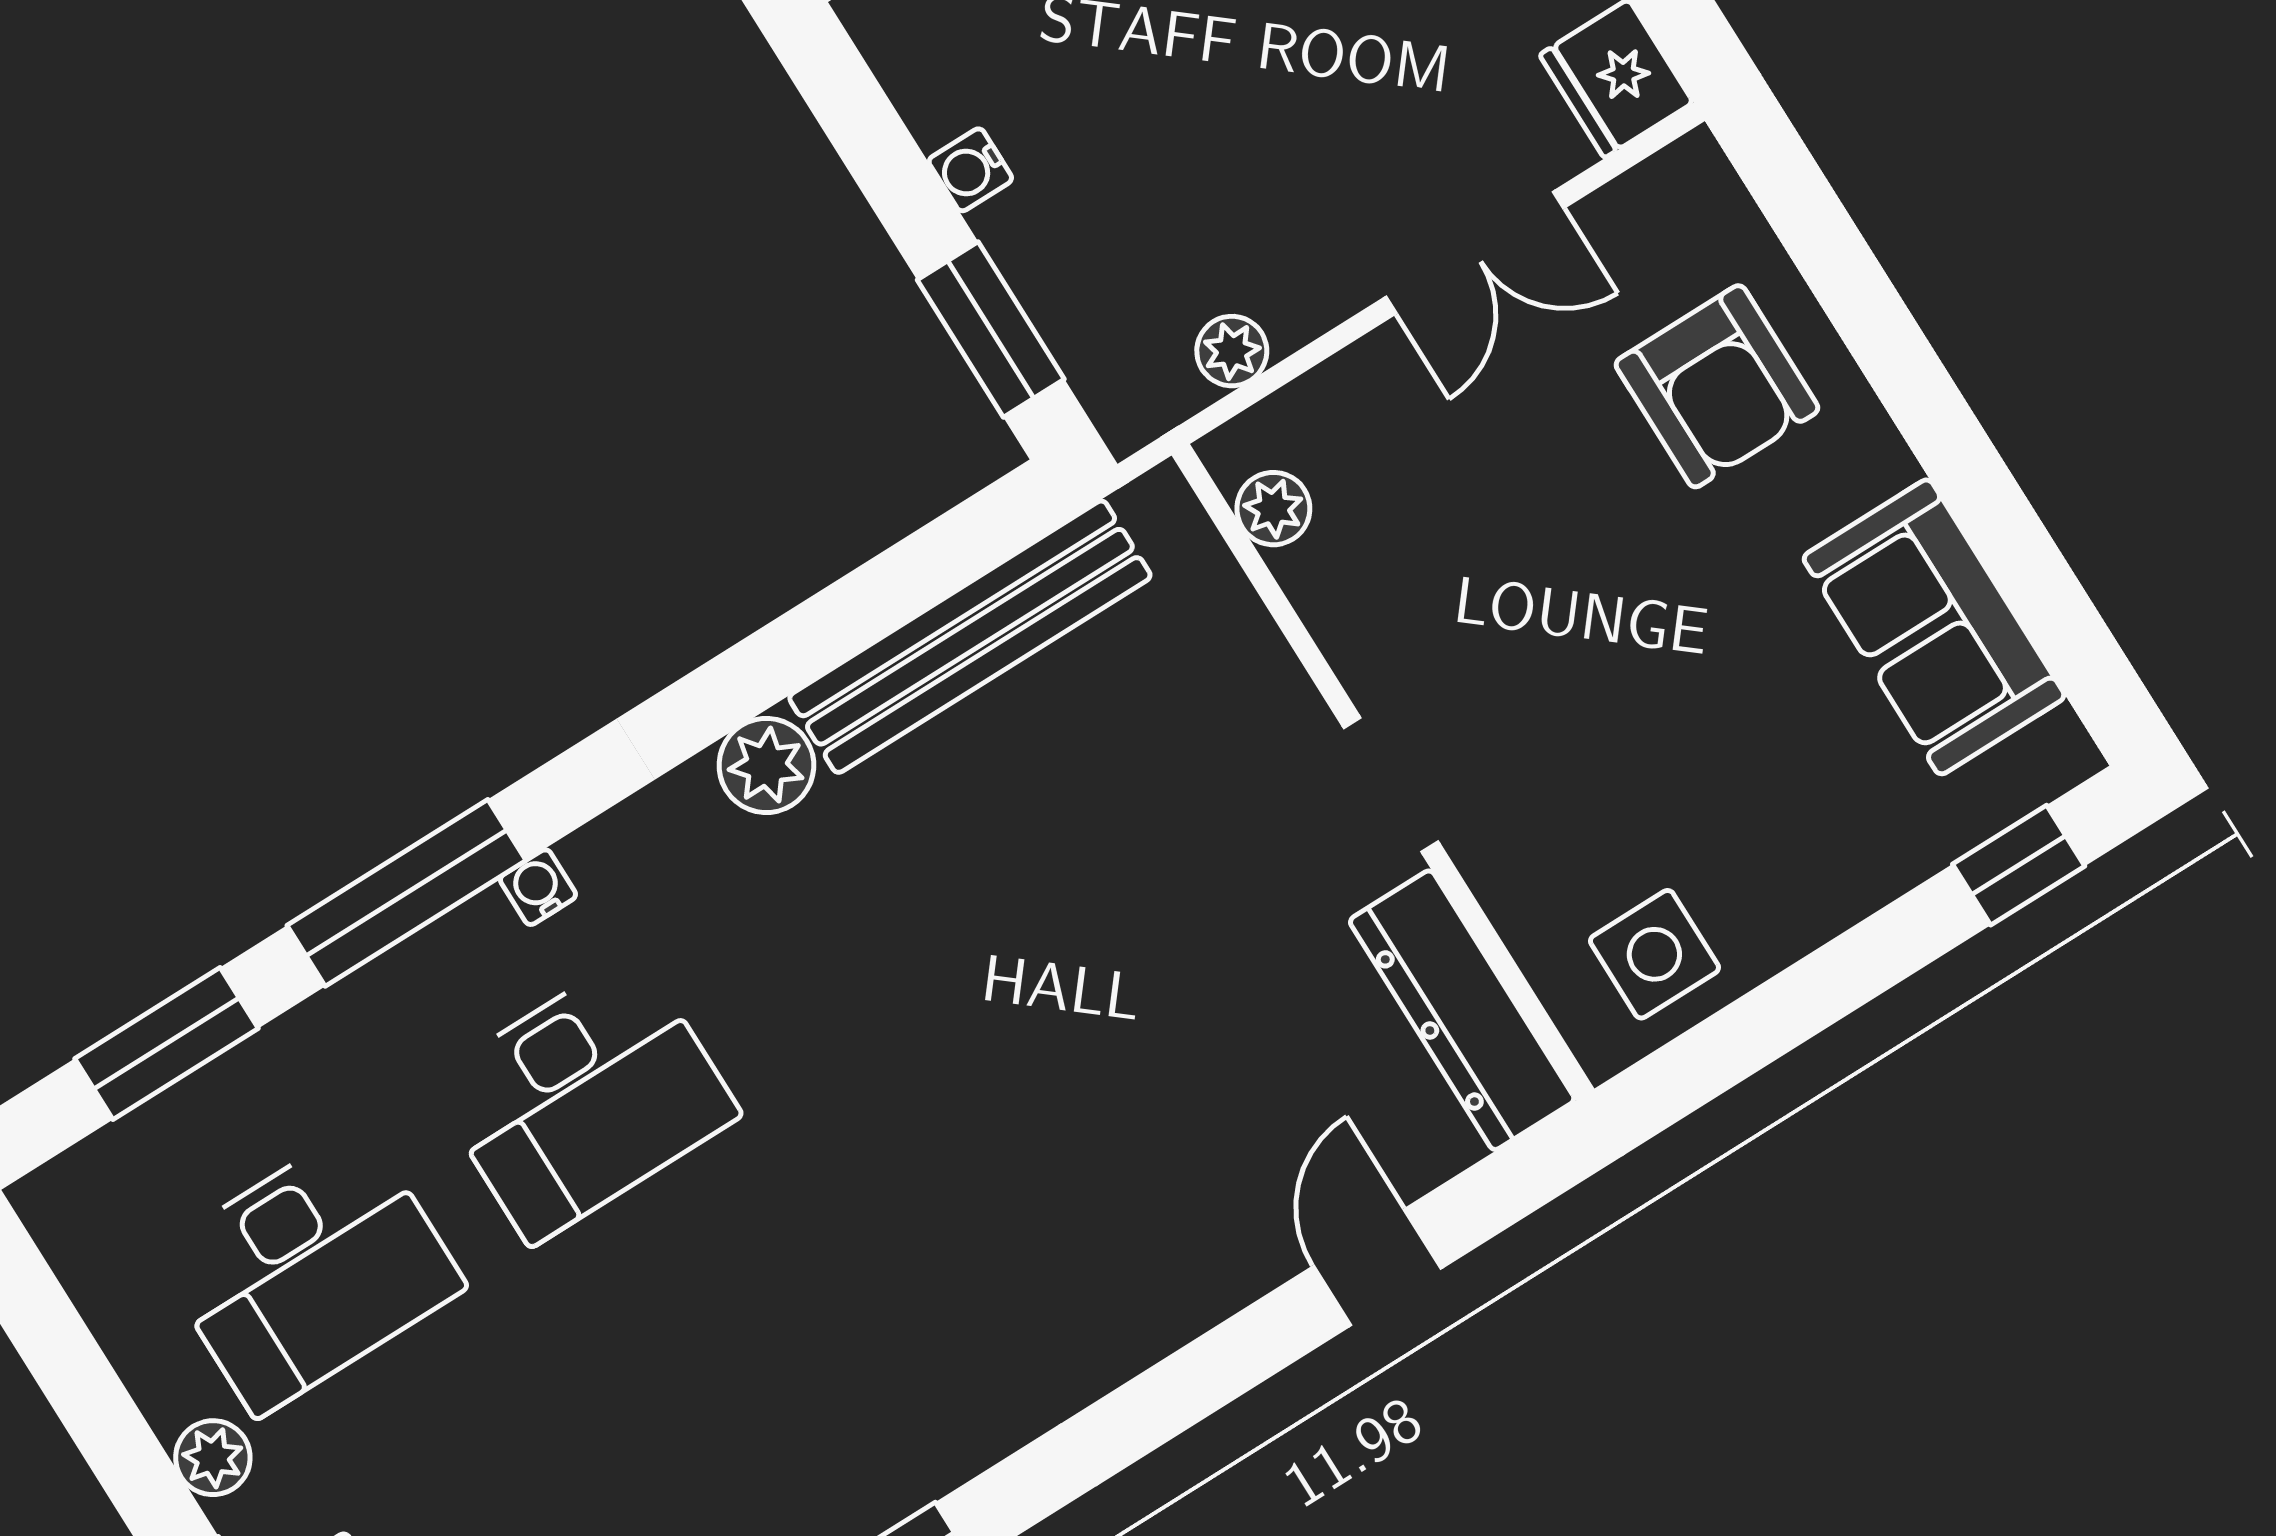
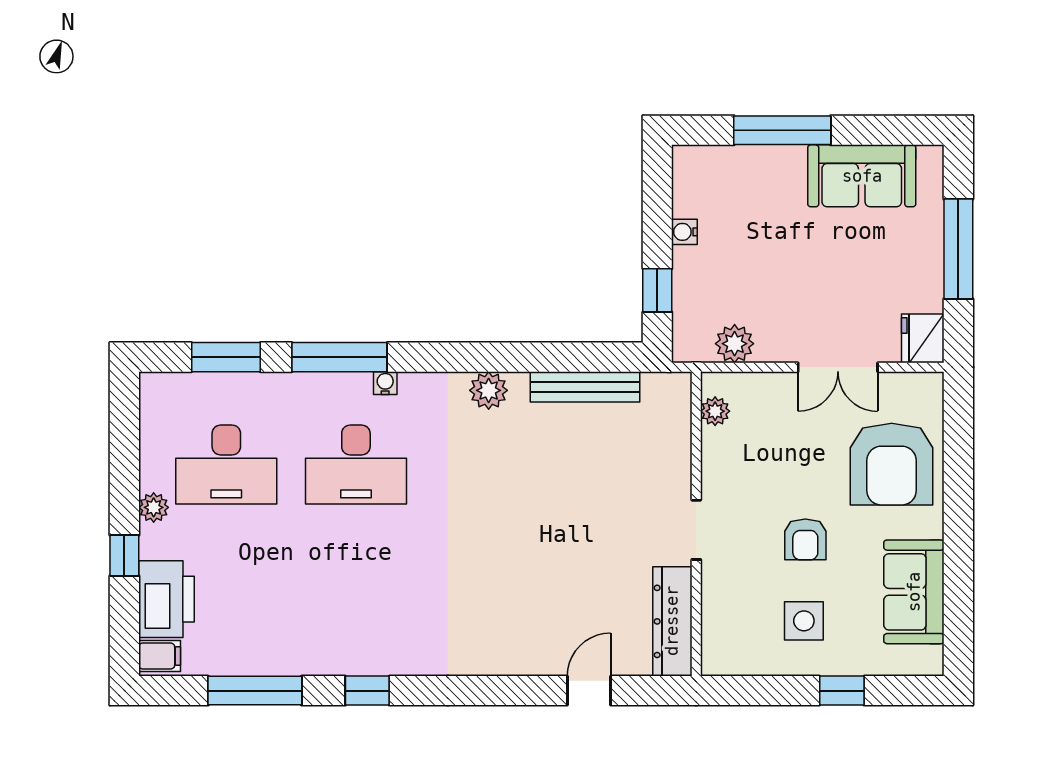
window: (991, 329) -> (657, 290), width x0.67
plant: (1232, 351) -> (735, 344), width x1.38, depth x1.38
armchair: (1717, 386) -> (892, 464), width x1.36, depth x1.36
bench: (970, 637) -> (585, 387), width x0.73, depth x0.82
armchair: (1635, 660) -> (805, 539), added
window: (2019, 865) -> (842, 691), moved
side table: (1654, 954) -> (804, 621), moved

